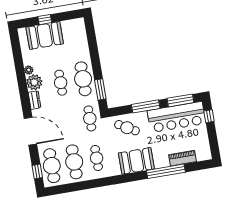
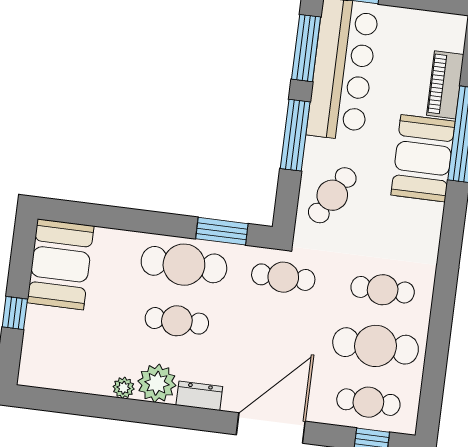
booth: (45, 35) -> (60, 264), moved
booth: (136, 161) -> (423, 158), moved
cafe table: (52, 166) -> (368, 402), width x0.73, depth x0.74

